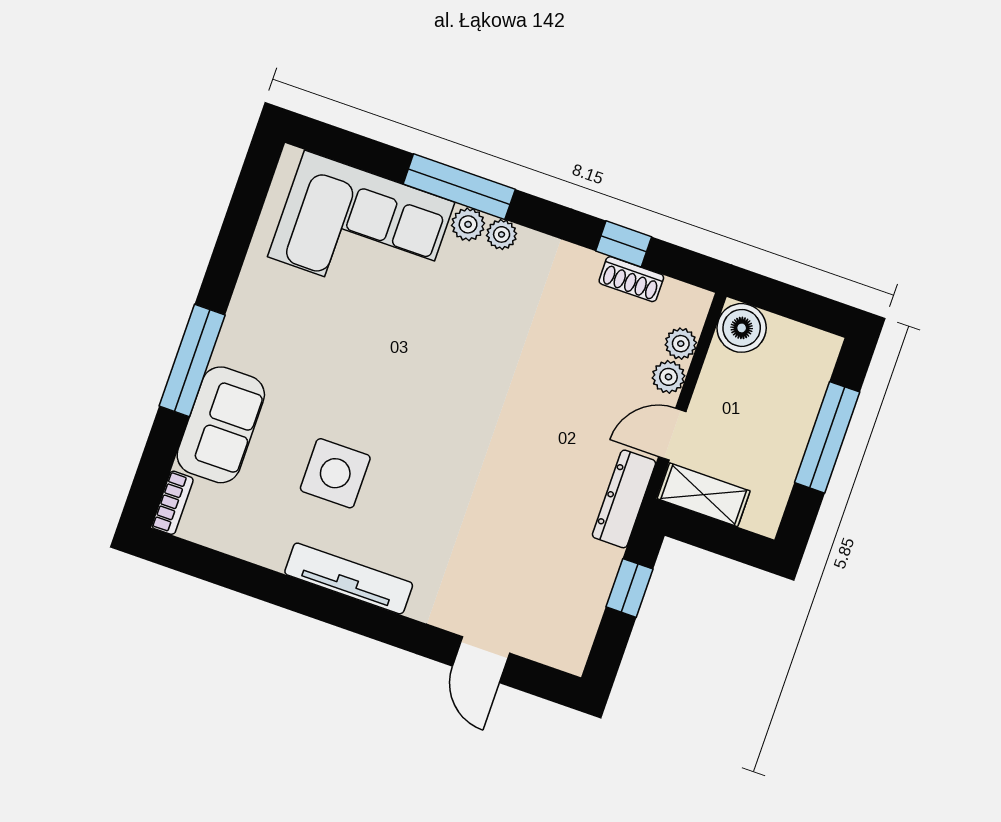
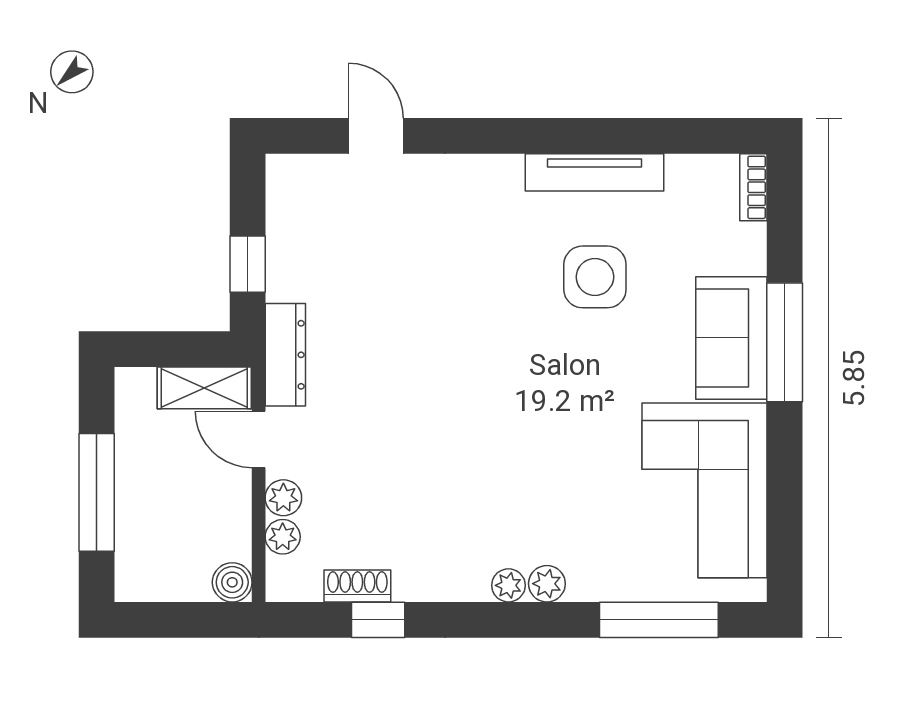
window: (459, 187) -> (659, 620), moved
corner sofa: (361, 230) -> (704, 490), moved, turned -90
boiler: (742, 328) -> (232, 582), width x0.73, depth x0.73
sofa: (221, 425) -> (731, 338), moved
door: (672, 434) -> (259, 439), swing flipped
tv unit: (349, 578) -> (594, 172), moved

